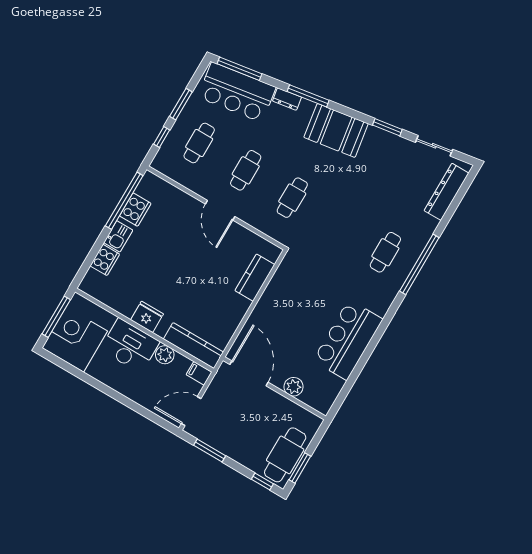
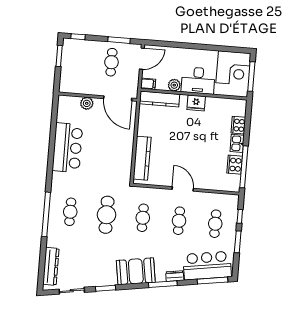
cafe table: (339, 225) -> (107, 215), added
kitchen counter: (255, 278) -> (142, 158), width x1.50
cafe table: (285, 455) -> (111, 62), moved, width x0.73, depth x0.74

